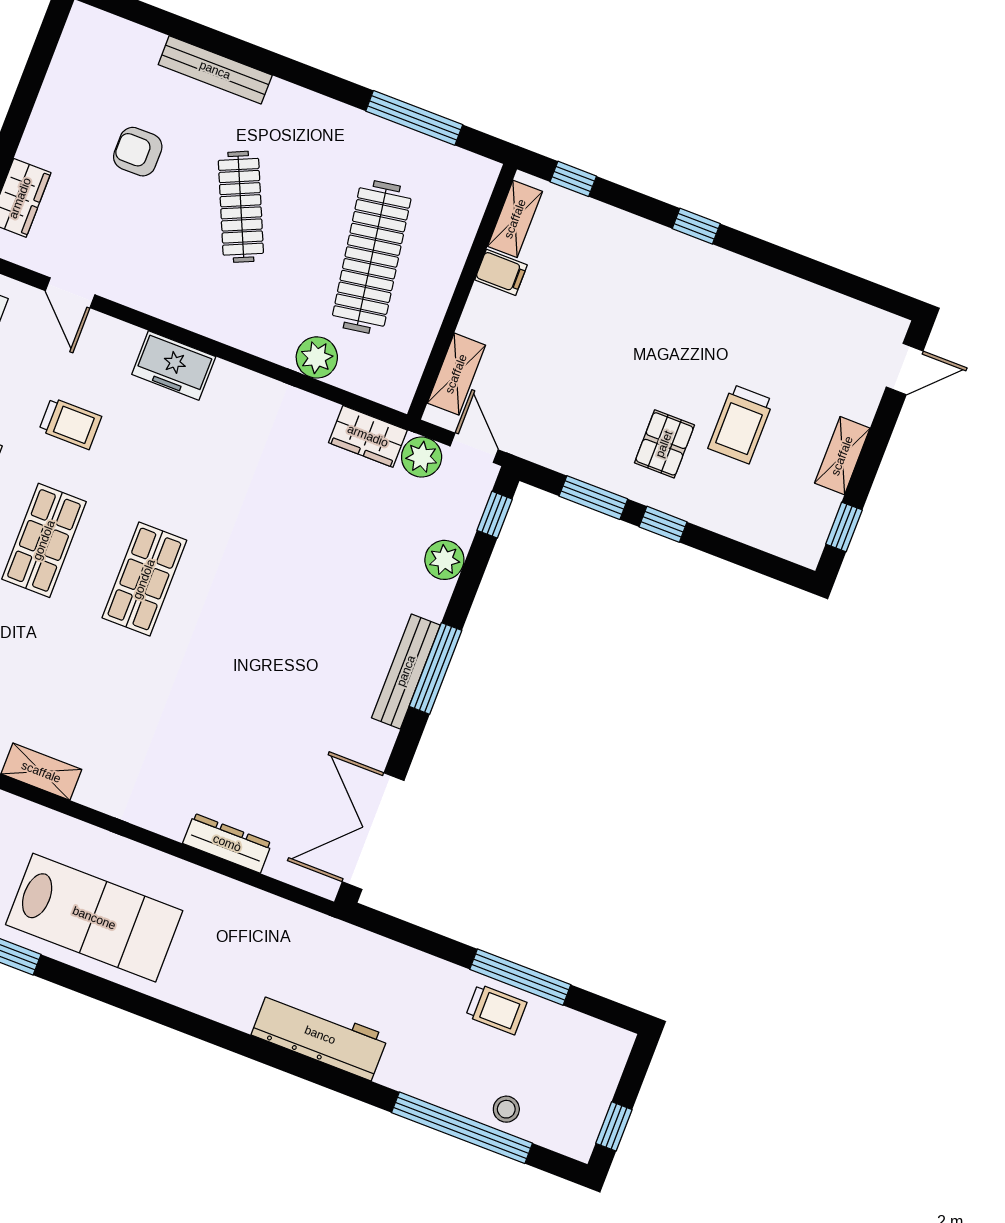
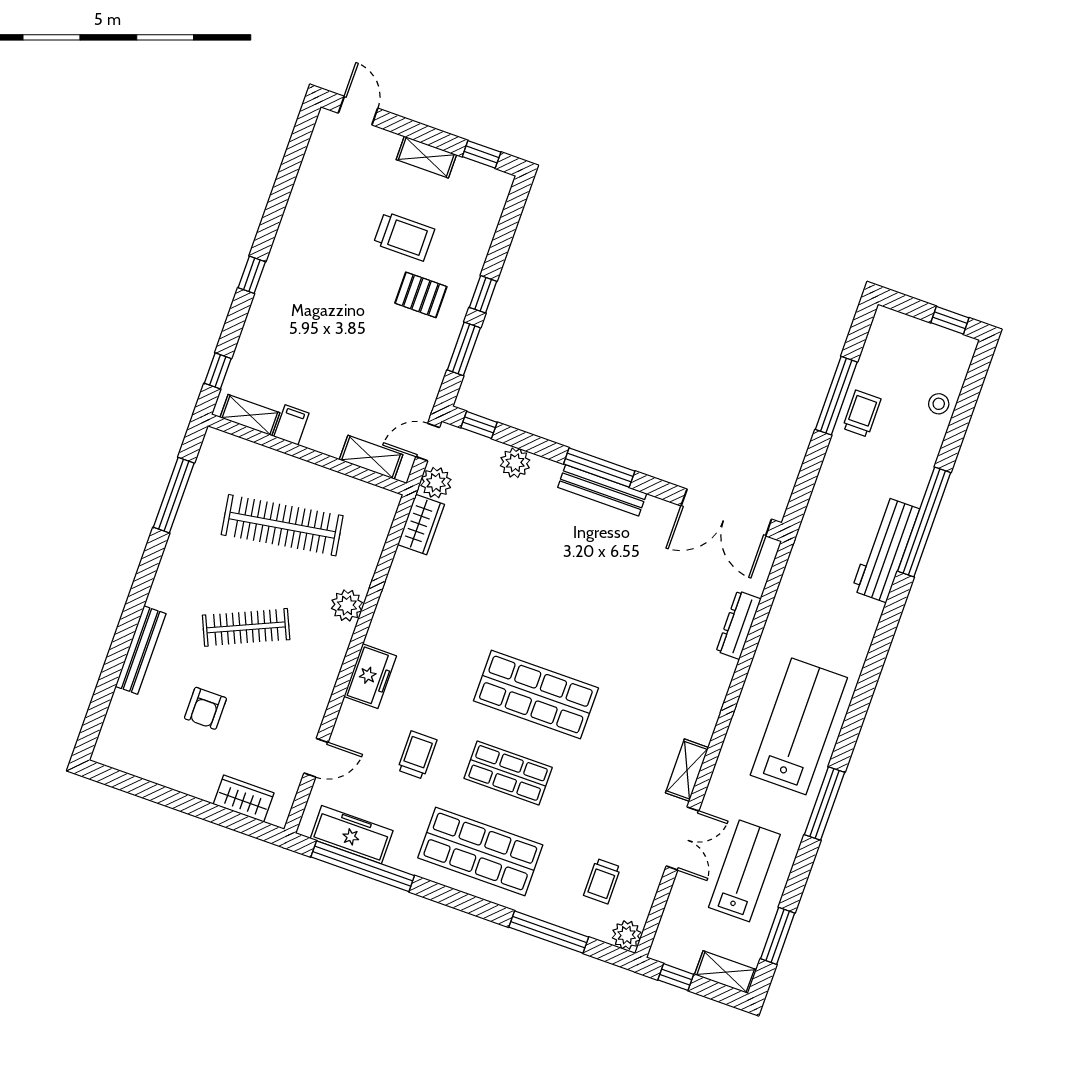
plant: (317, 357) -> (347, 605), moved
shop shelf: (144, 579) -> (536, 694), width x1.43, depth x1.36
window: (462, 1128) -> (924, 522), moved

